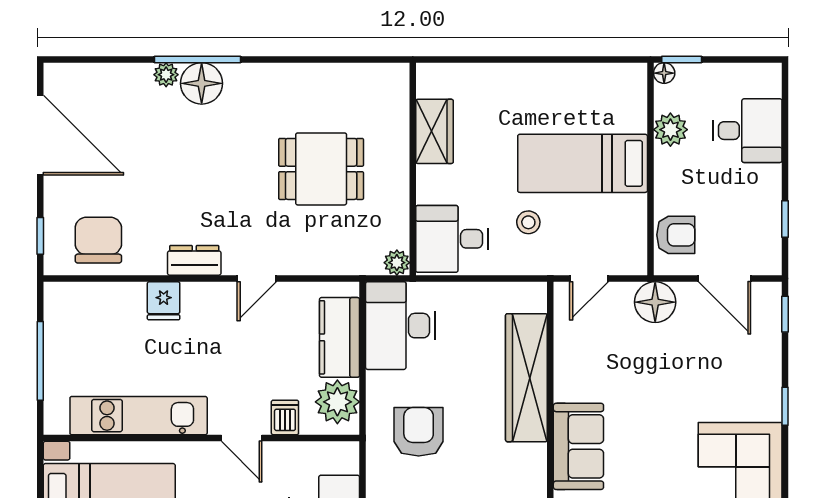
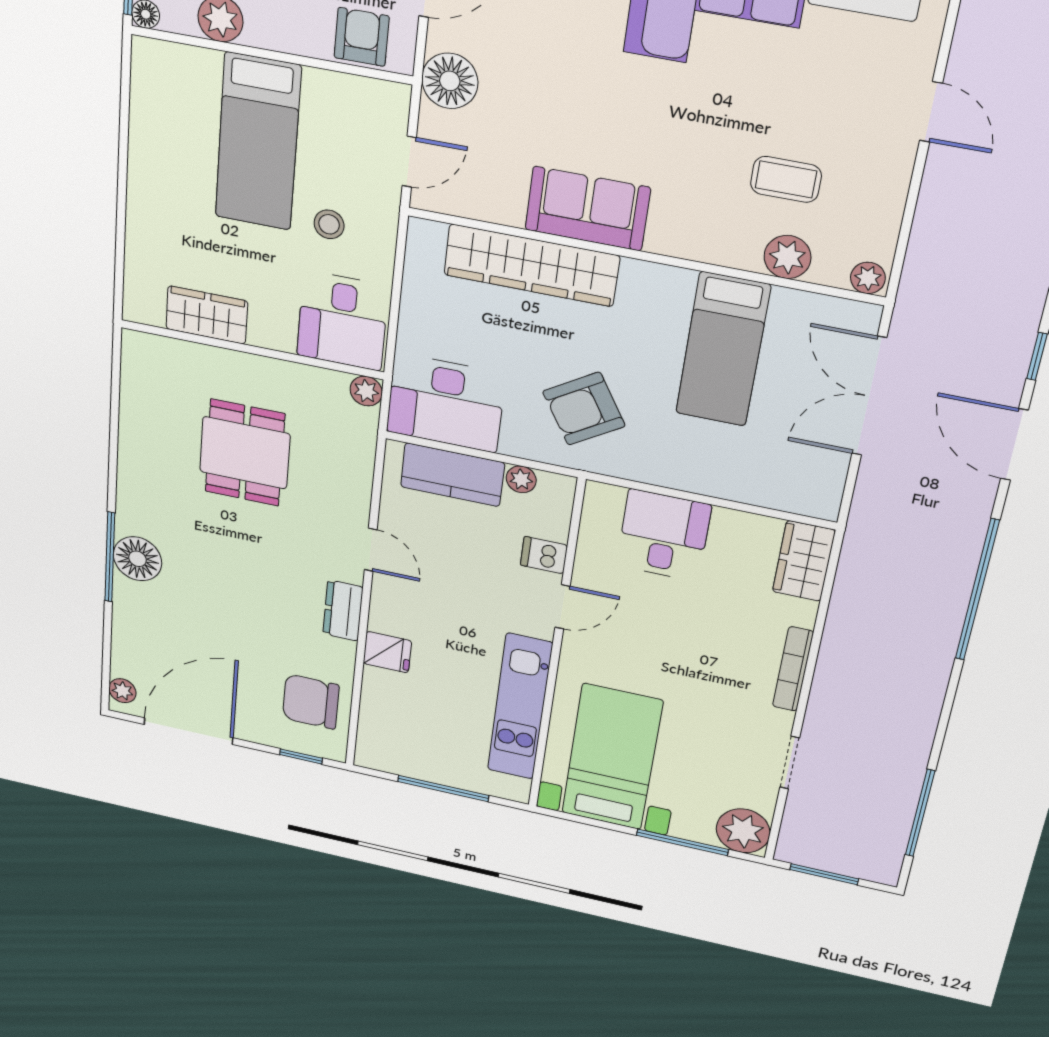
plant: (166, 75) -> (122, 691), moved
door: (589, 278) -> (409, 162), hinge flipped
plant: (337, 402) -> (521, 479), width x0.53, depth x0.53
armchair: (419, 432) -> (584, 409), turned -32
sofa: (578, 446) -> (587, 209), moved

